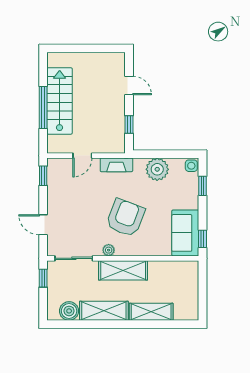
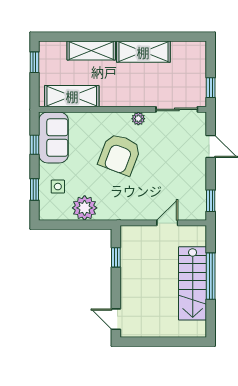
door: (129, 85) -> (116, 319), moved
fireplace: (116, 165) -> (130, 213), removed
side table: (191, 166) -> (58, 187), moved
window: (203, 239) -> (34, 145), moved
shelving: (123, 270) -> (72, 96), moved
window: (203, 301) -> (34, 62), added
boiler: (69, 311) -> (182, 51), removed

